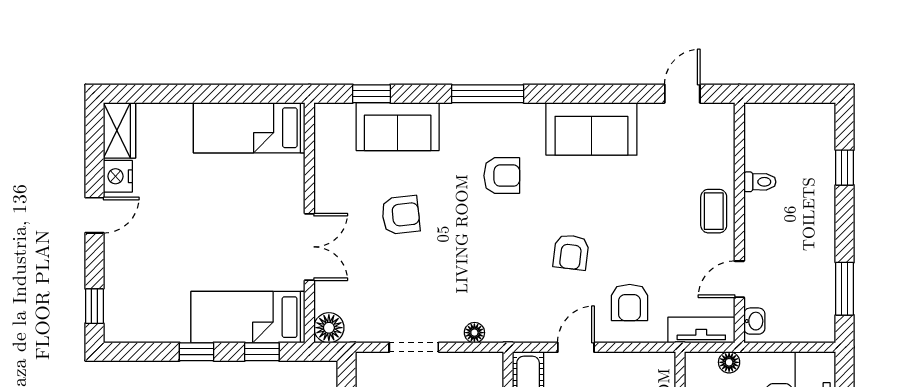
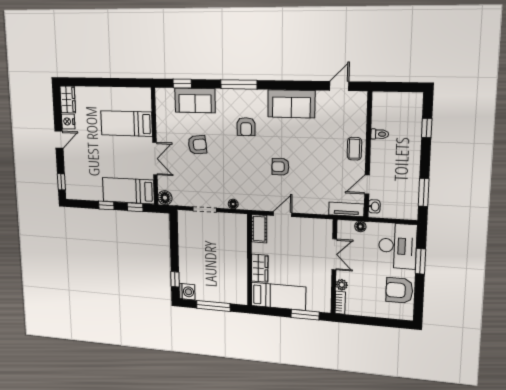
bed: (249, 128) -> (126, 123), moved
armchair: (502, 176) -> (246, 127), turned 90
armchair: (571, 252) -> (280, 167), turned 83
armchair: (630, 303) -> (310, 194), removed

